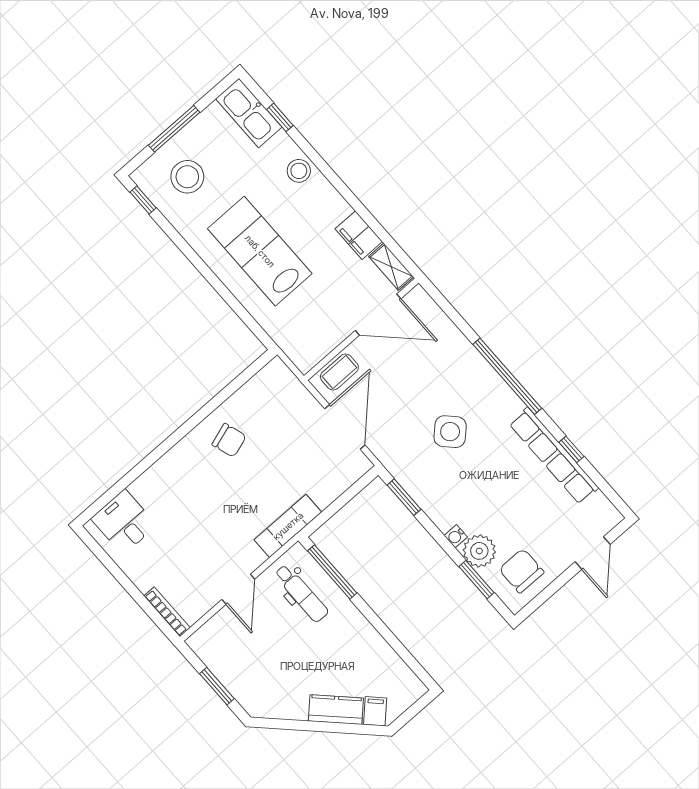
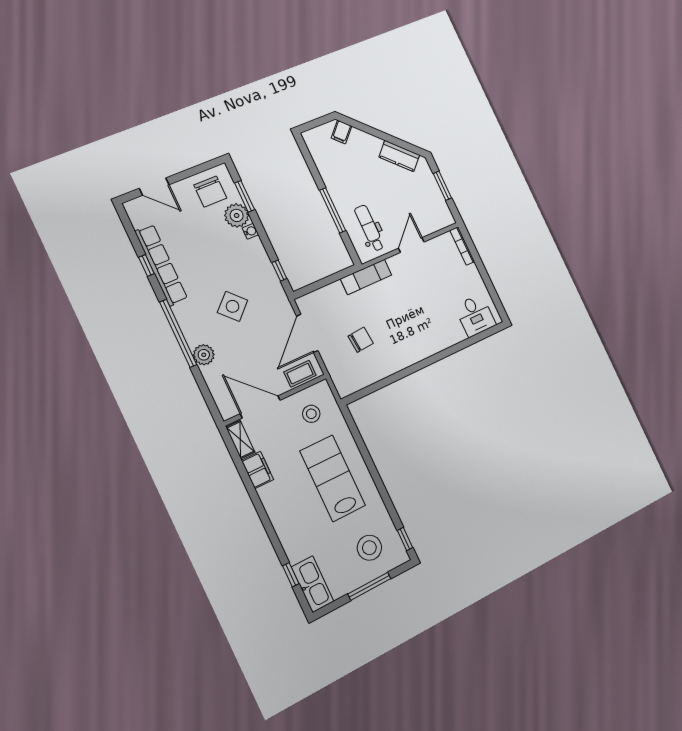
stool: (299, 171) -> (311, 414), moved
lab bench: (260, 251) -> (333, 478), turned 180
plant: (468, 359) -> (204, 355), added
chair: (229, 440) -> (361, 340), moved, turned 103
window: (404, 497) -> (279, 271), width x0.67
door: (593, 553) -> (154, 187), swing flipped
window: (332, 572) -> (333, 210), moved
kitchen counter: (336, 710) -> (399, 156), moved

